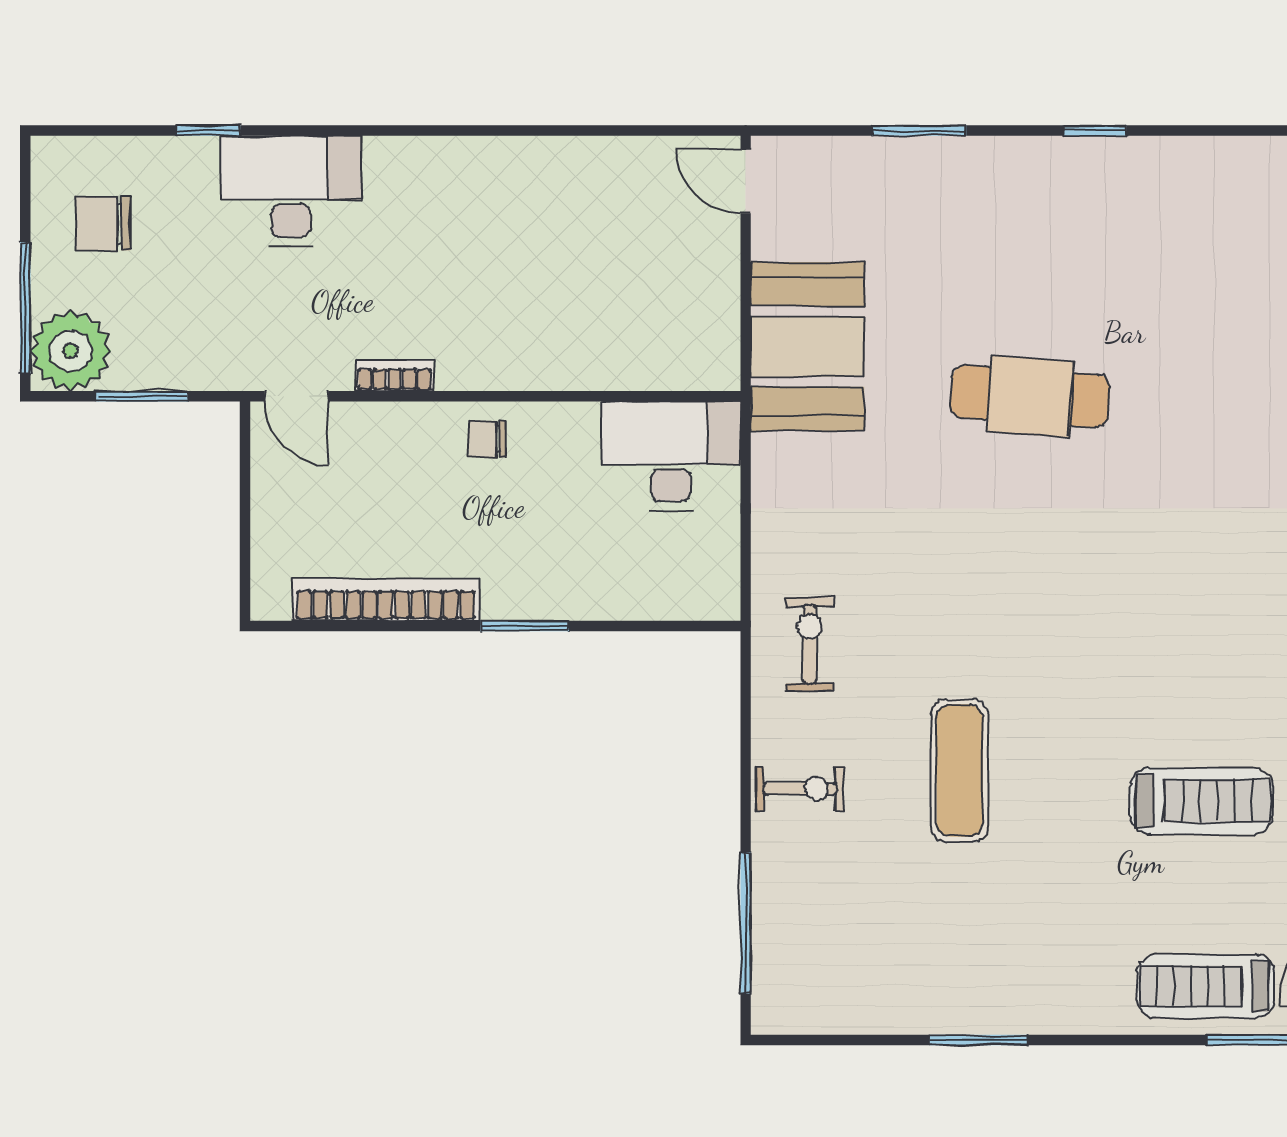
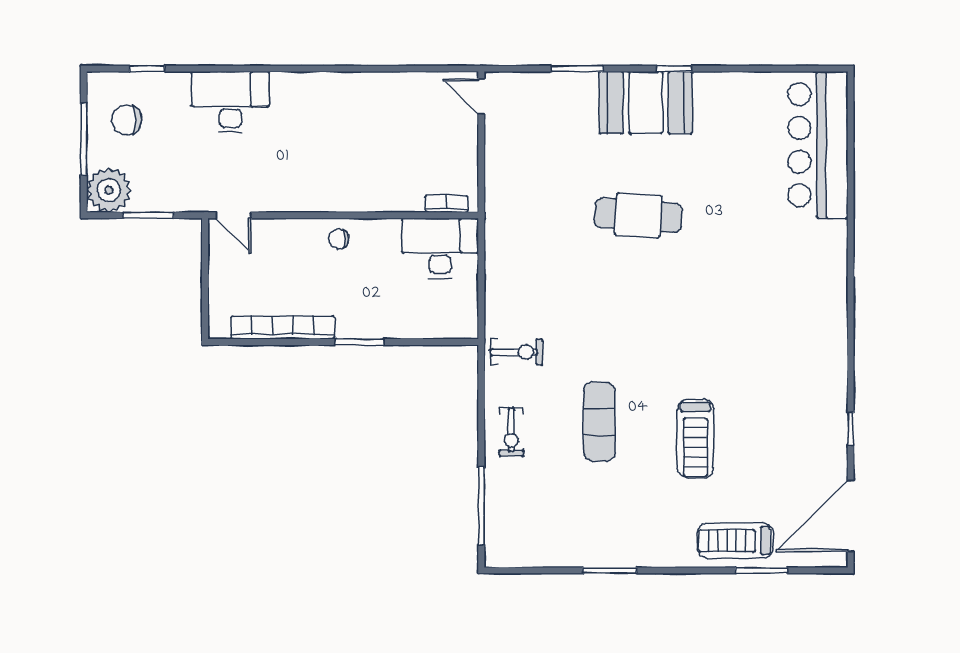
window: (208, 130) -> (147, 69), moved
window: (25, 308) -> (84, 139), moved
booth: (807, 346) -> (646, 103), moved, turned 90
bookcase: (395, 376) -> (447, 204), moved
exercise bike: (810, 644) -> (517, 352), turned 90
exercise bike: (800, 789) -> (511, 432), turned 90
treadmill: (1202, 801) -> (695, 438), moved, turned 90

